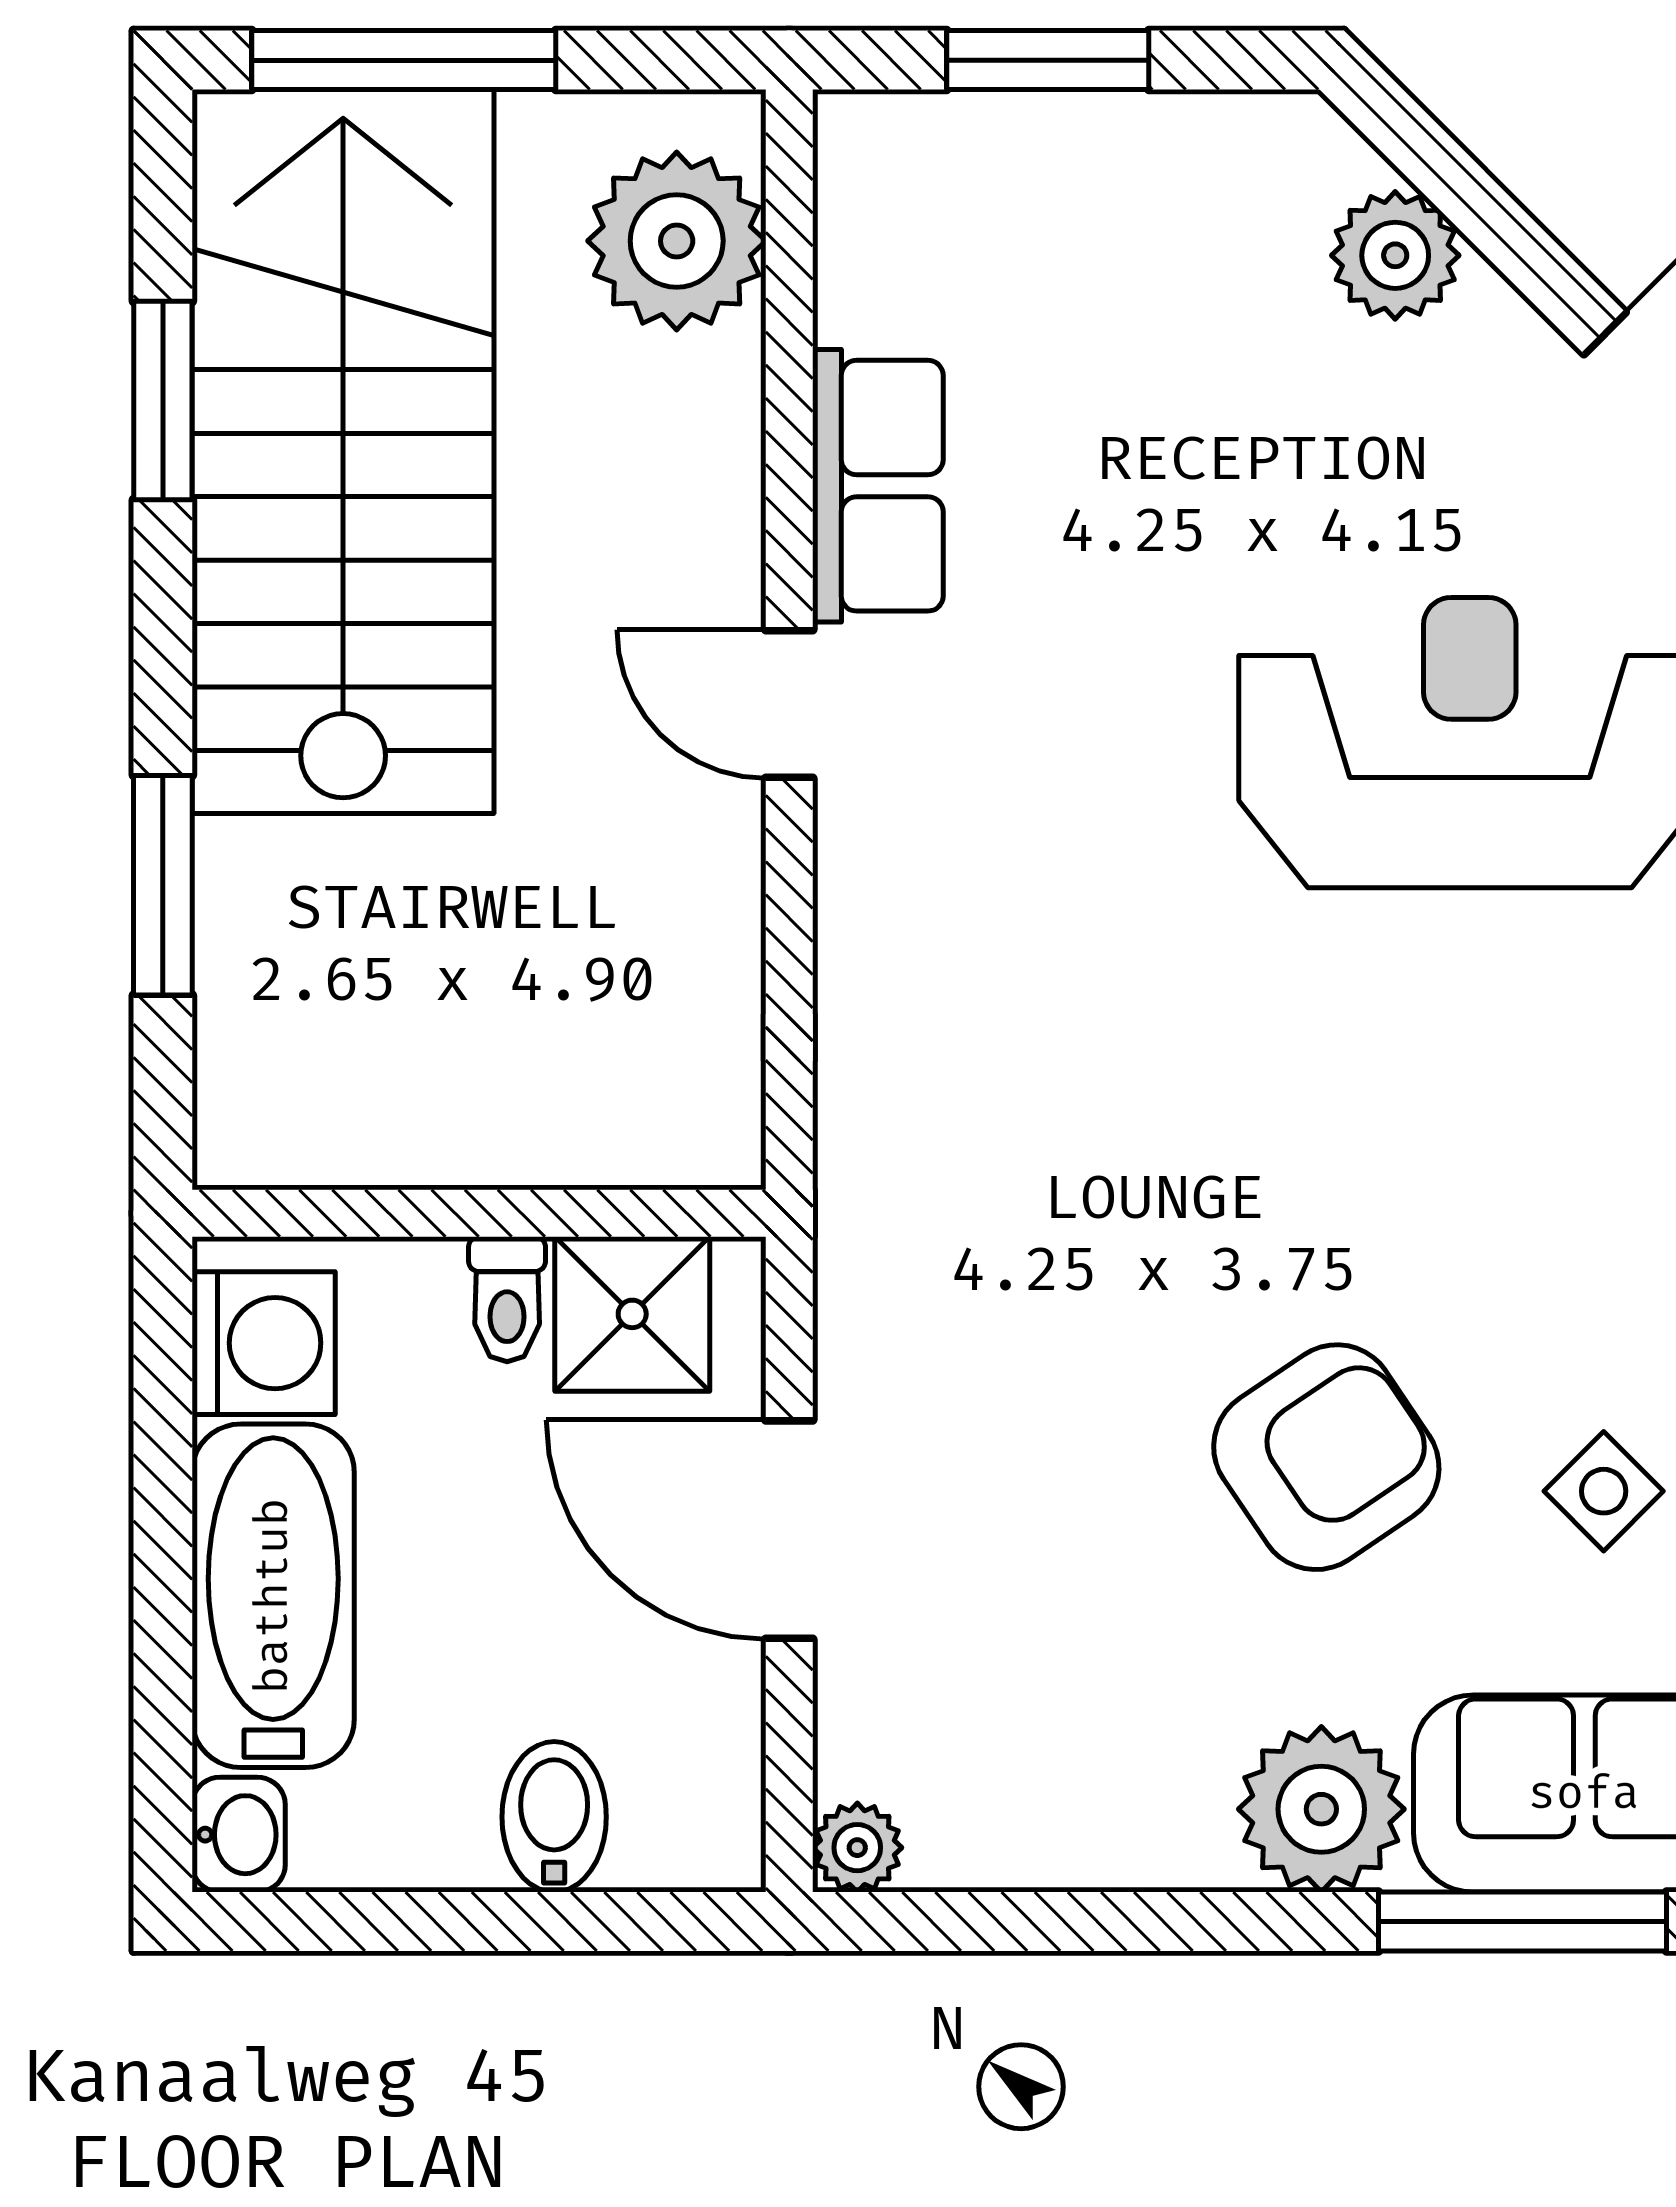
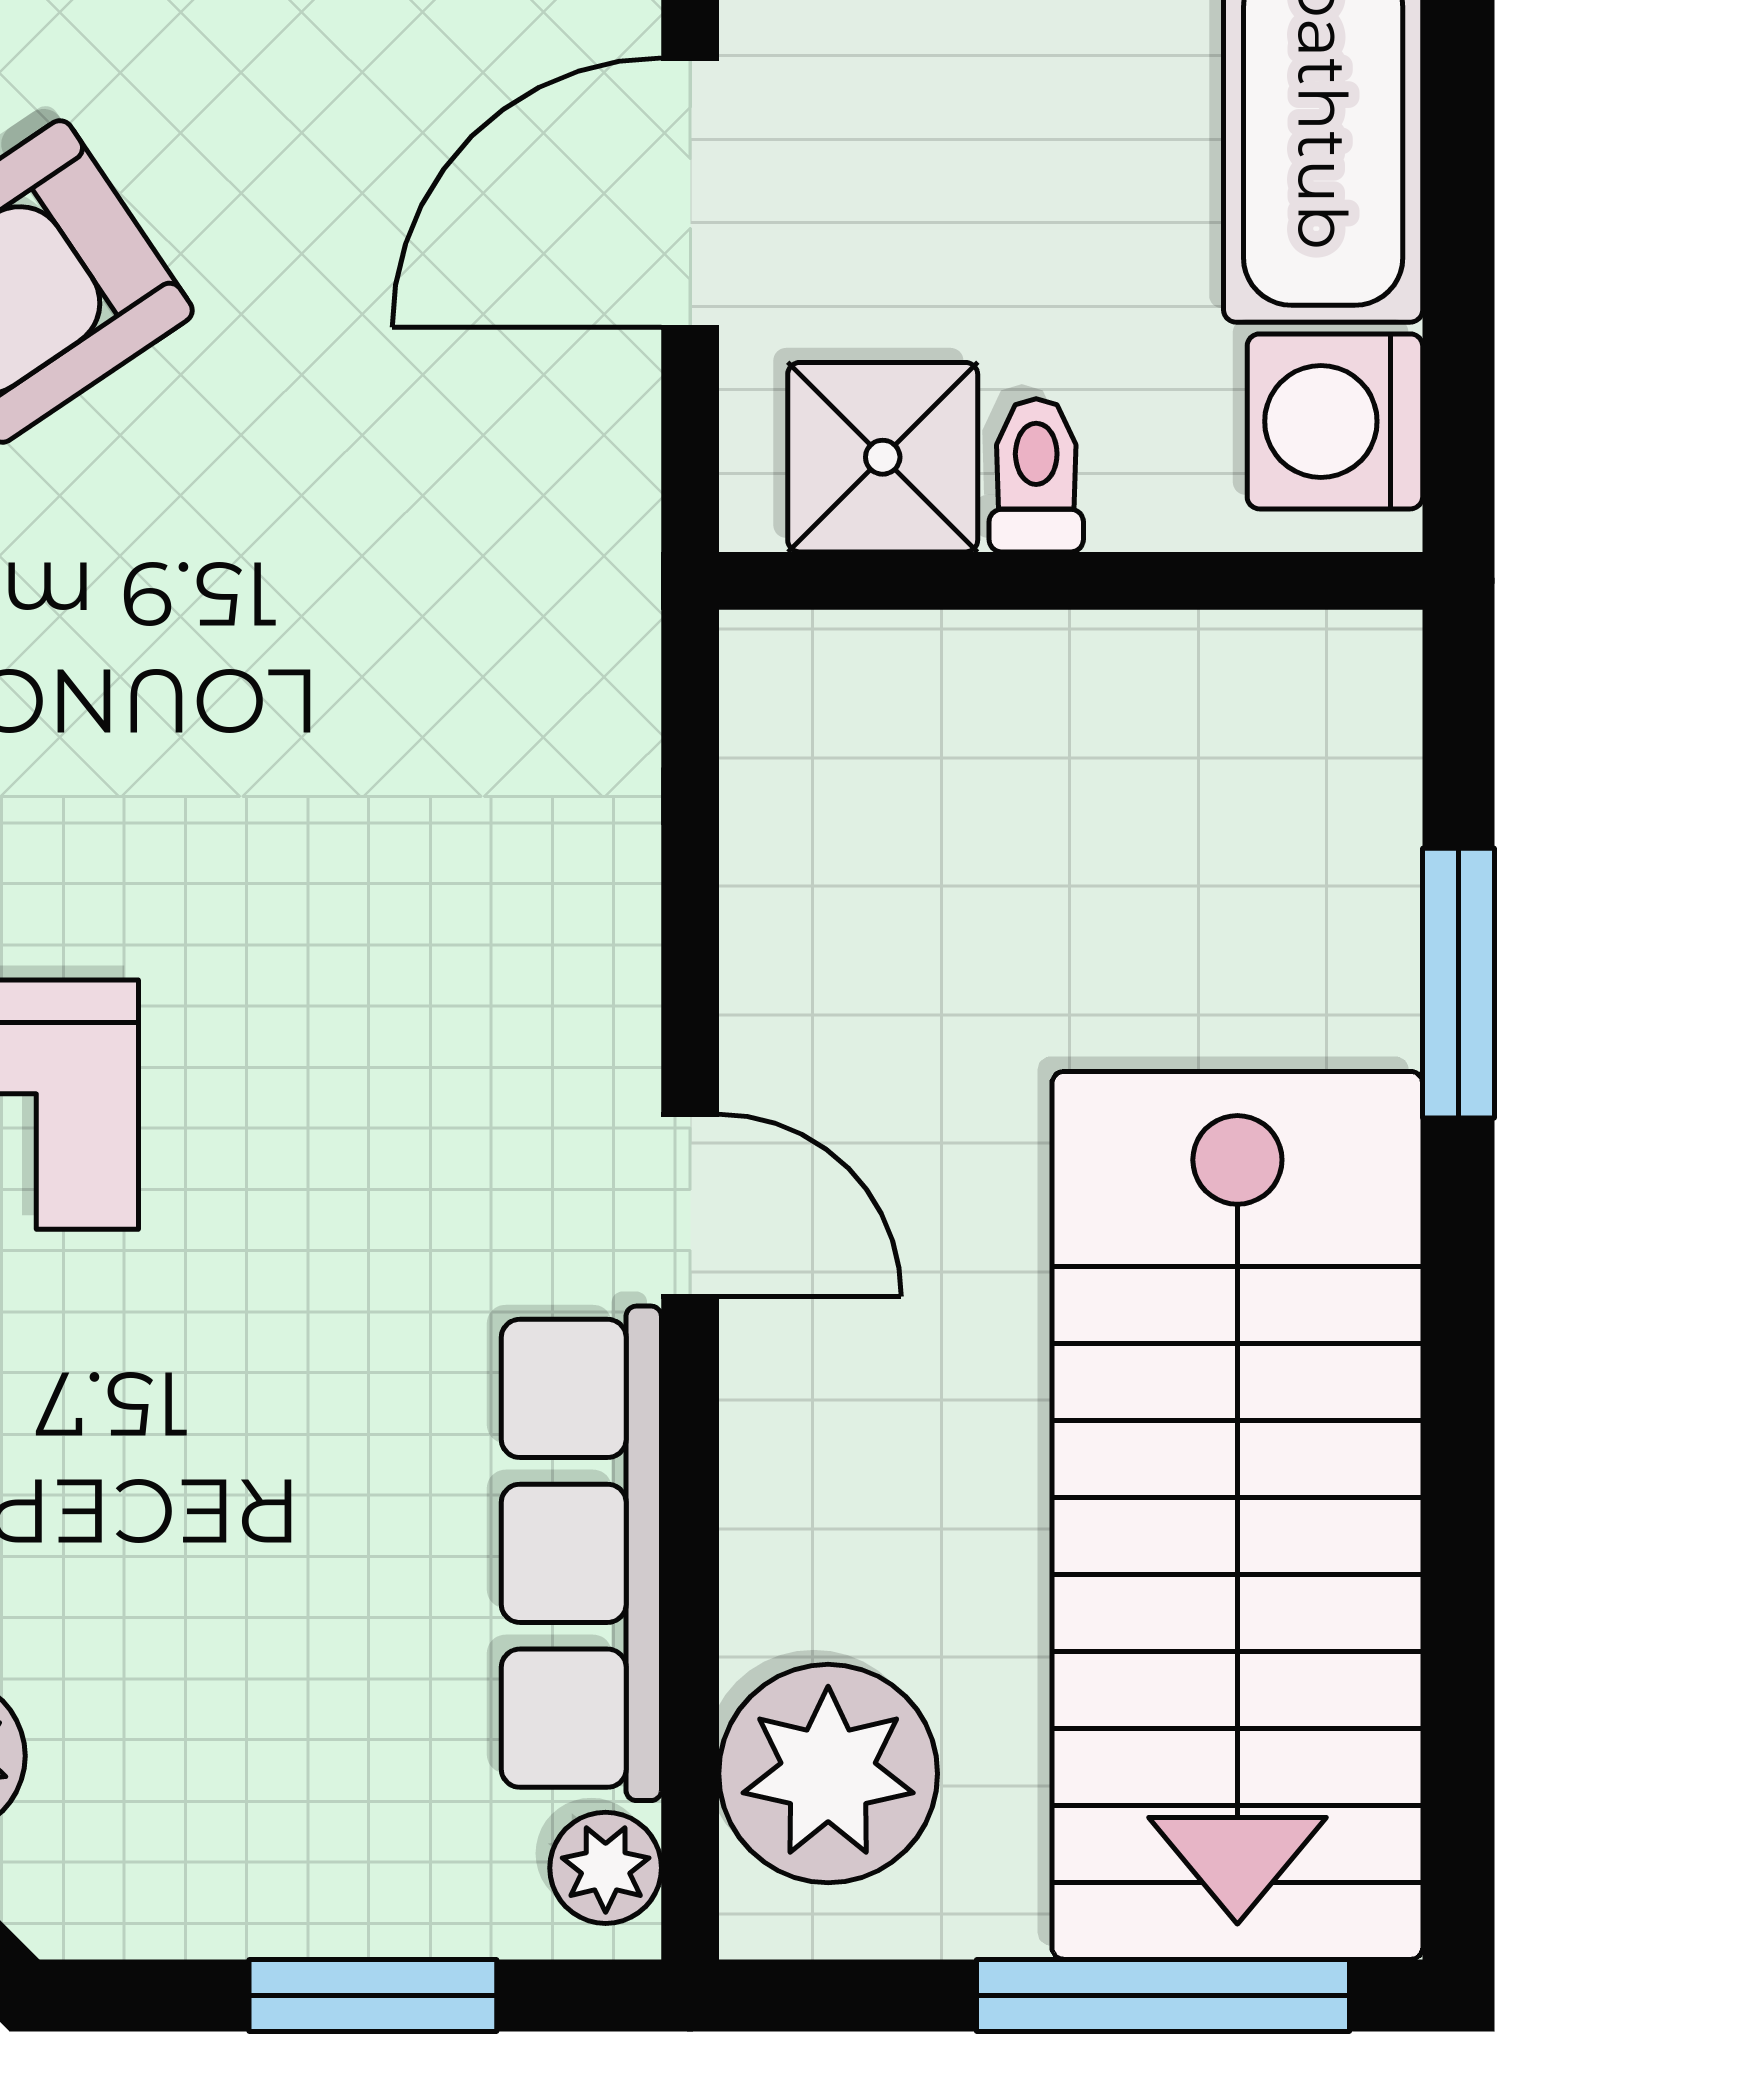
plant: (858, 164) -> (606, 1868), added
window: (163, 400) -> (1458, 1578), removed
row of seats: (878, 486) -> (581, 1553), width x1.48
door: (789, 1530) -> (690, 193), swing flipped

